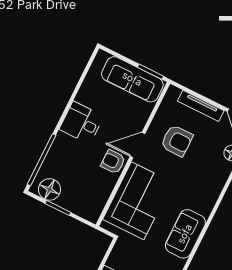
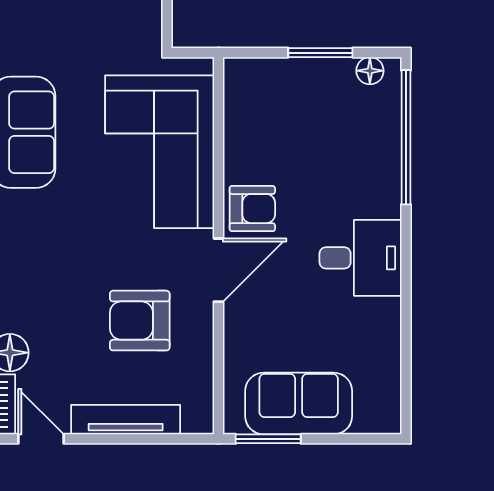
sofa: (132, 79) -> (299, 404), width x0.73
floor lamp: (49, 189) -> (370, 71), width x0.53, depth x0.53

